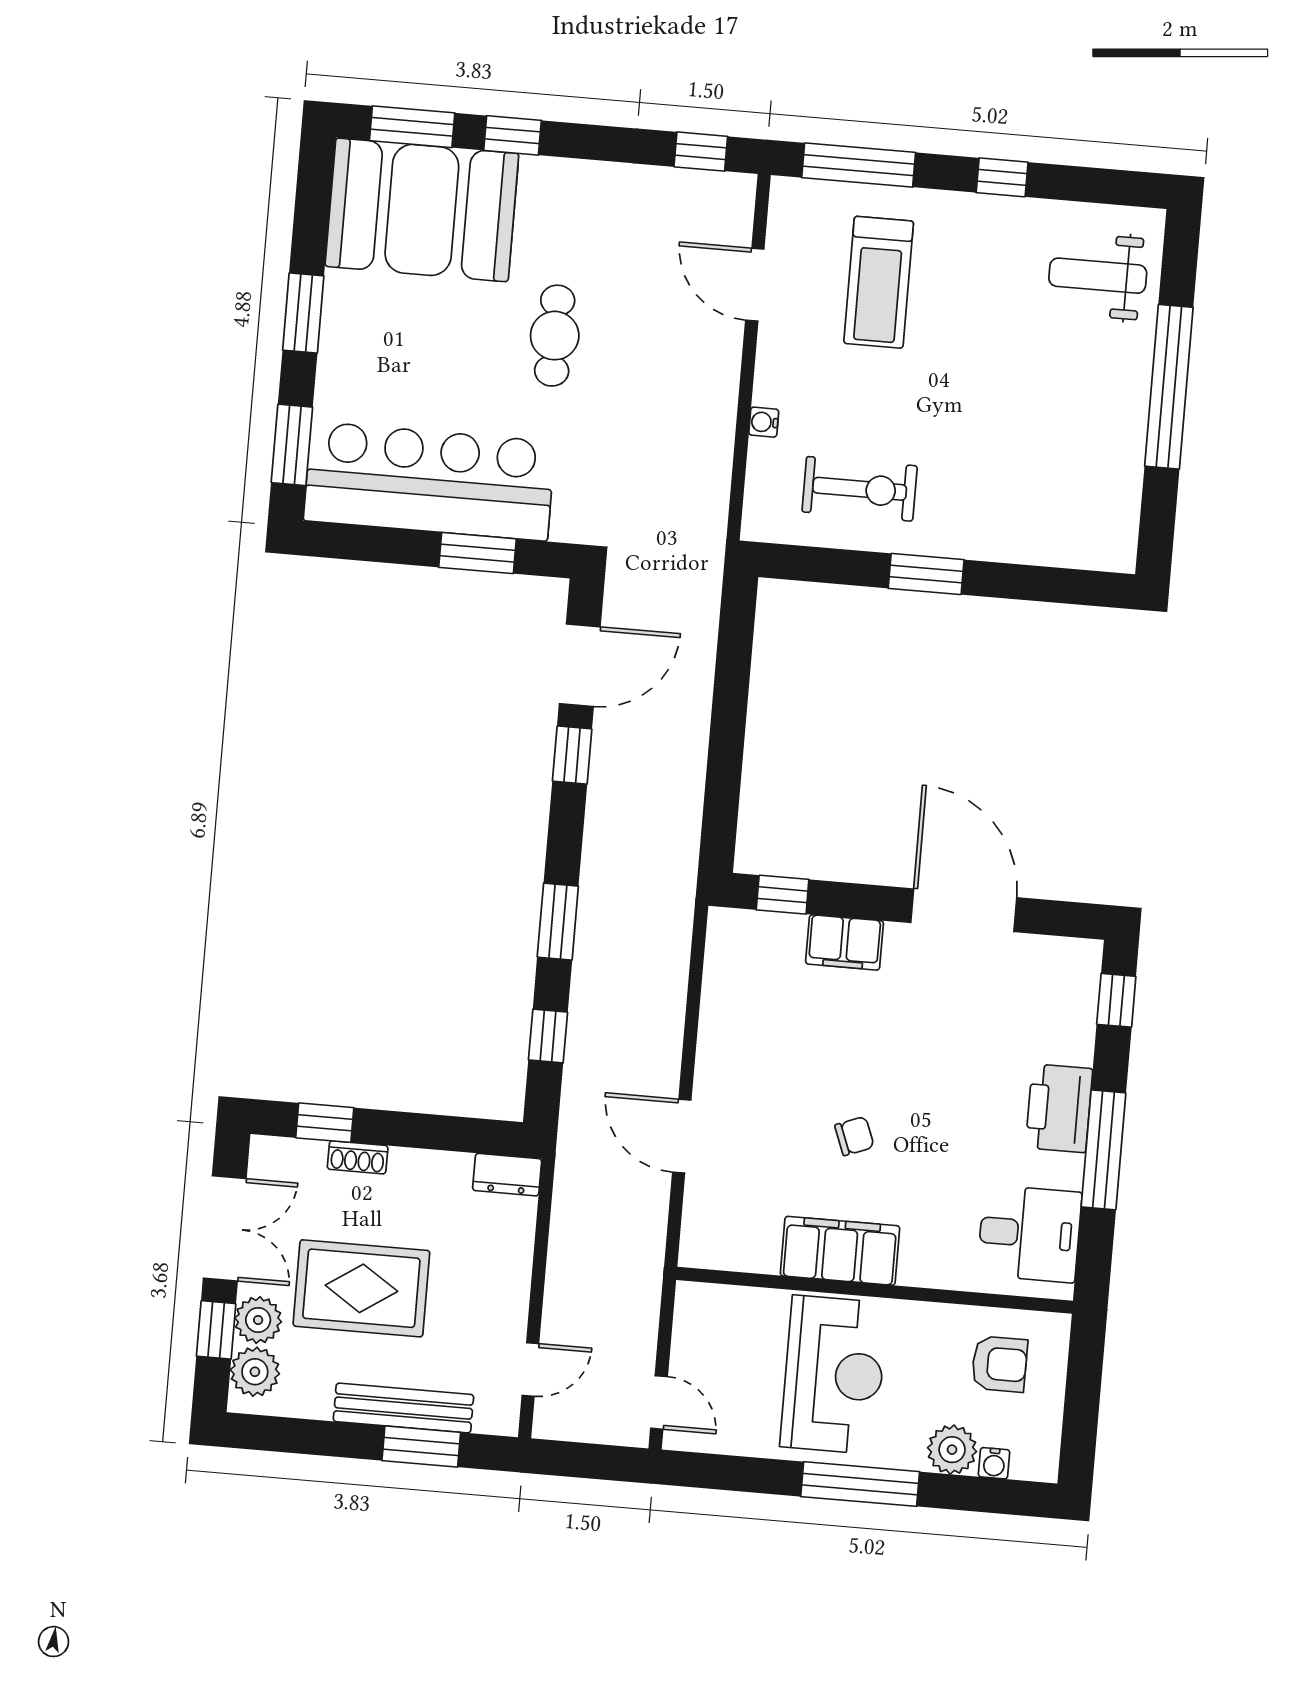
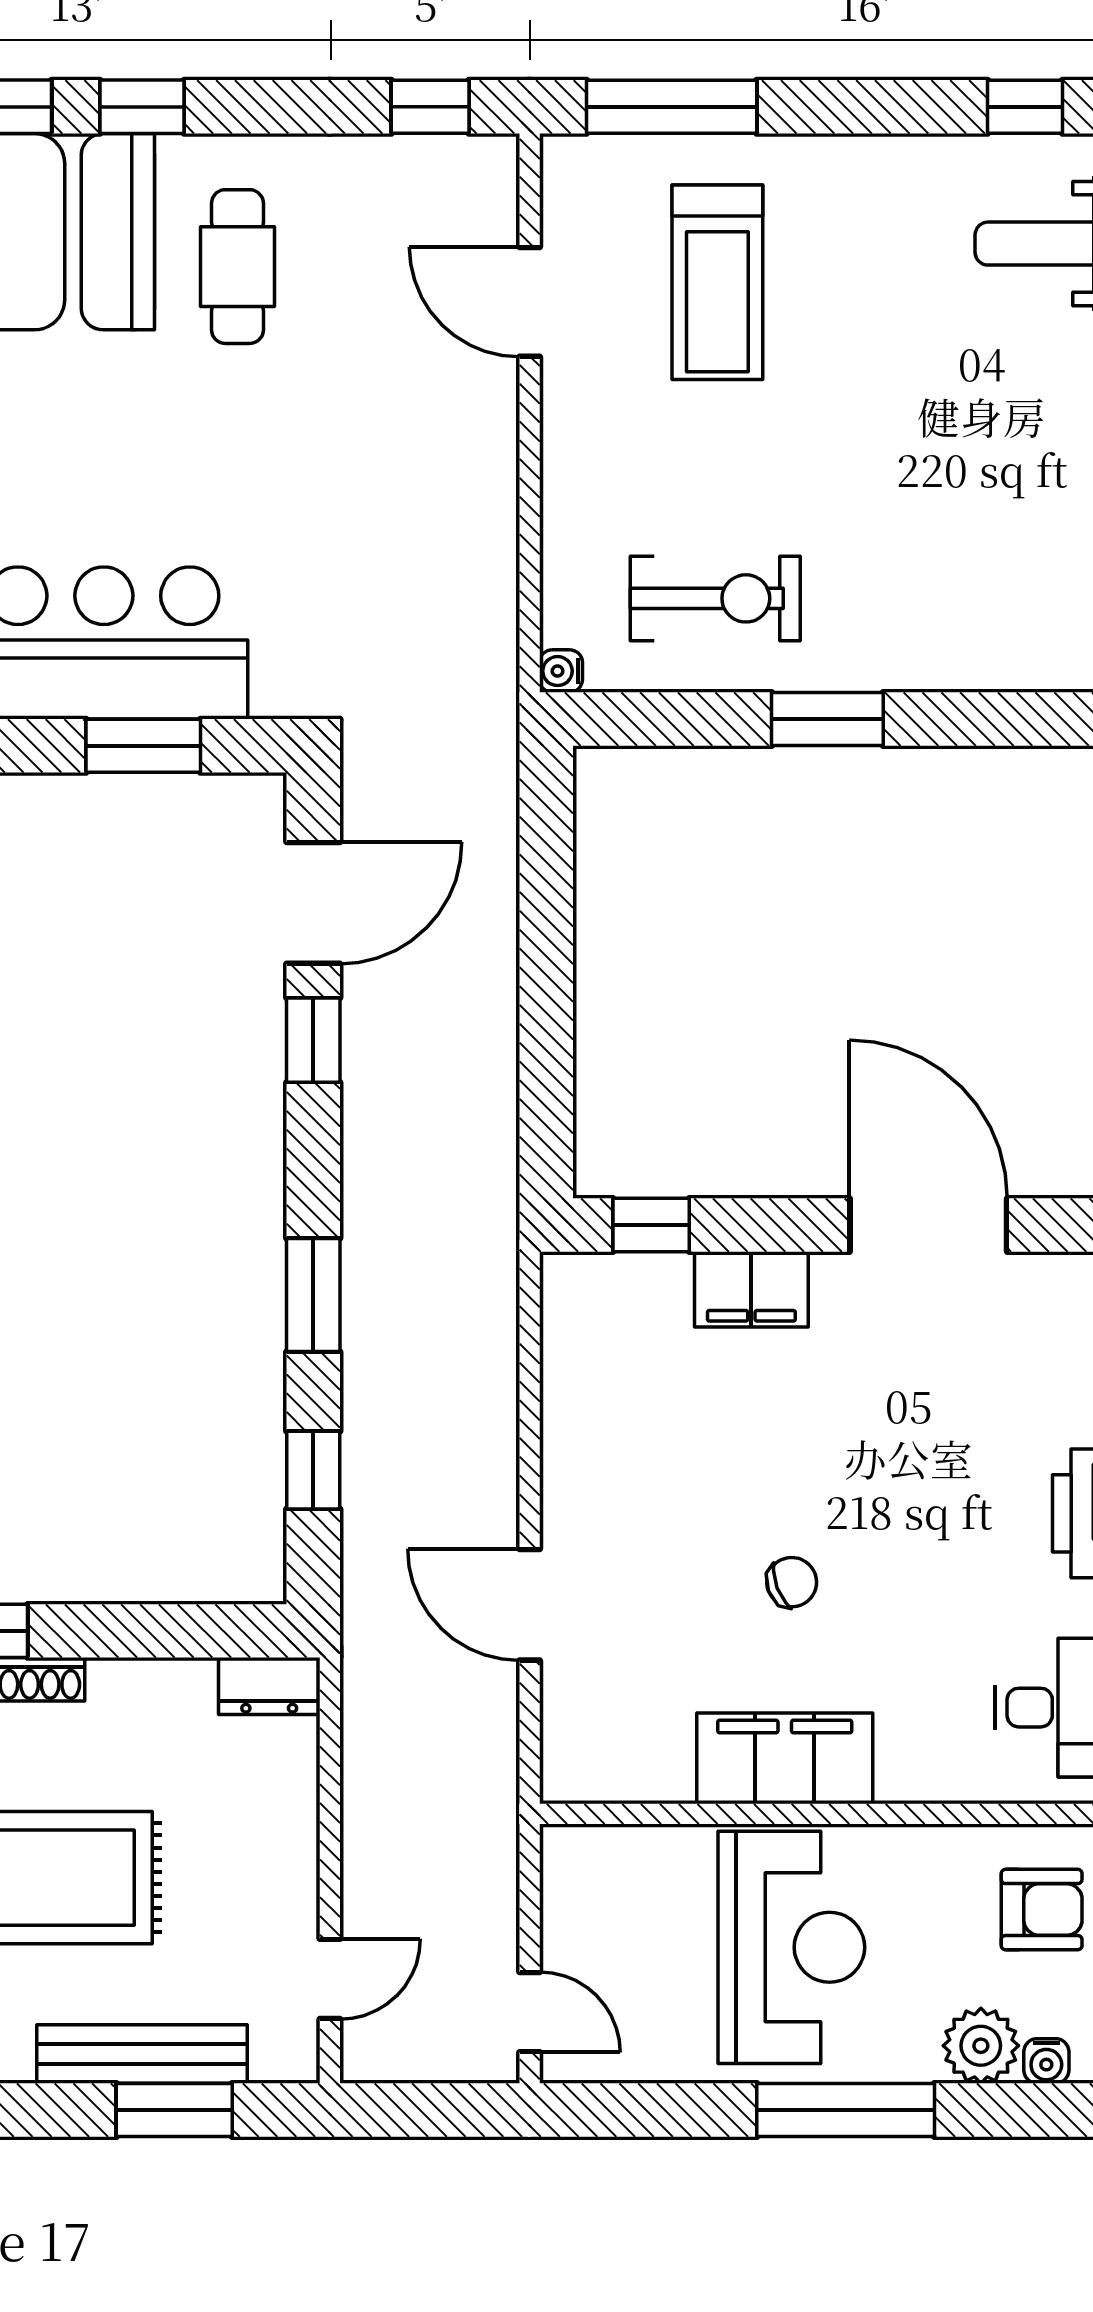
window: (1002, 177) -> (1025, 107), moved
cafe table: (555, 336) -> (237, 267), moved
water cooler: (764, 422) -> (561, 671), moved

